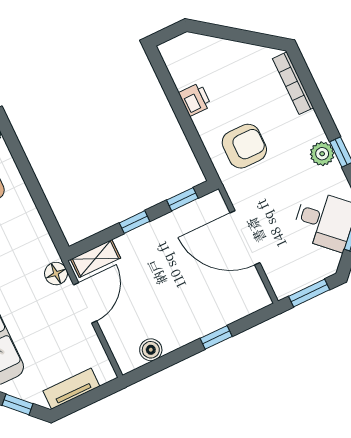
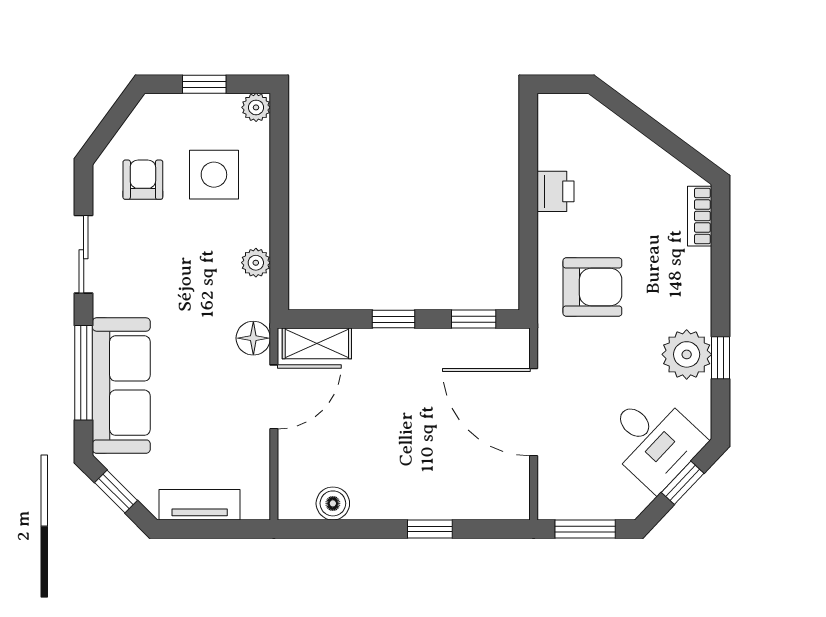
bookcase: (293, 83) -> (700, 216), width x0.64
plant: (322, 154) -> (687, 354), width x1.36, depth x1.36
plant: (36, 228) -> (256, 263), added

